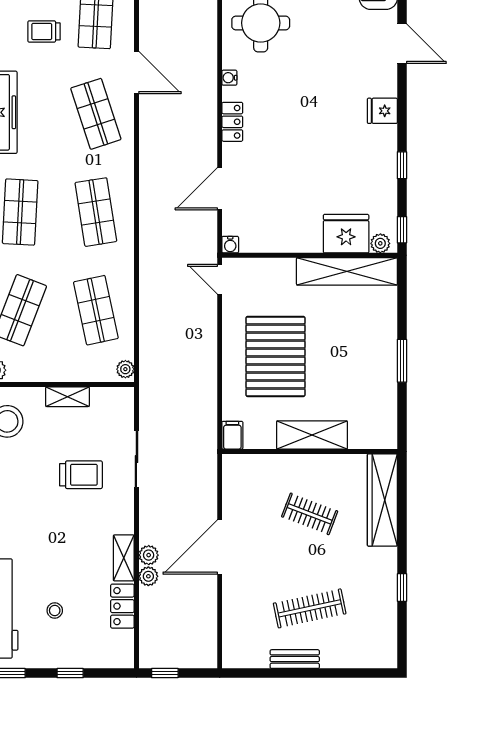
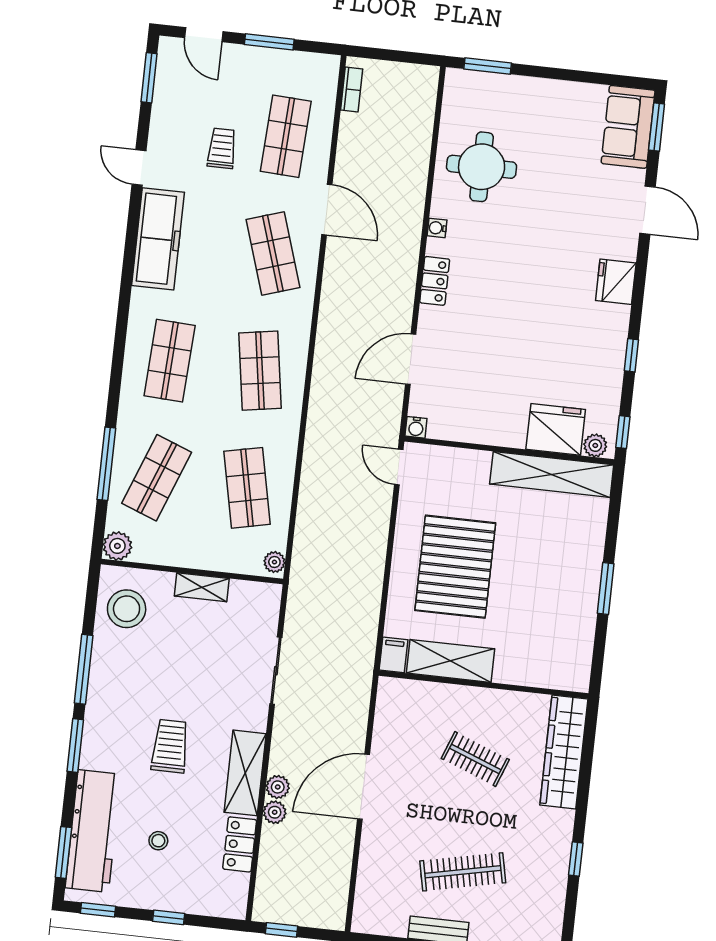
trolley: (44, 31) -> (222, 148), turned 90
fridge: (382, 111) -> (616, 282), width x1.38
shelving: (312, 435) -> (451, 661), moved
trolley: (81, 475) -> (170, 746), moved, turned -90
shelving: (124, 558) -> (245, 773), width x1.50, depth x1.33

